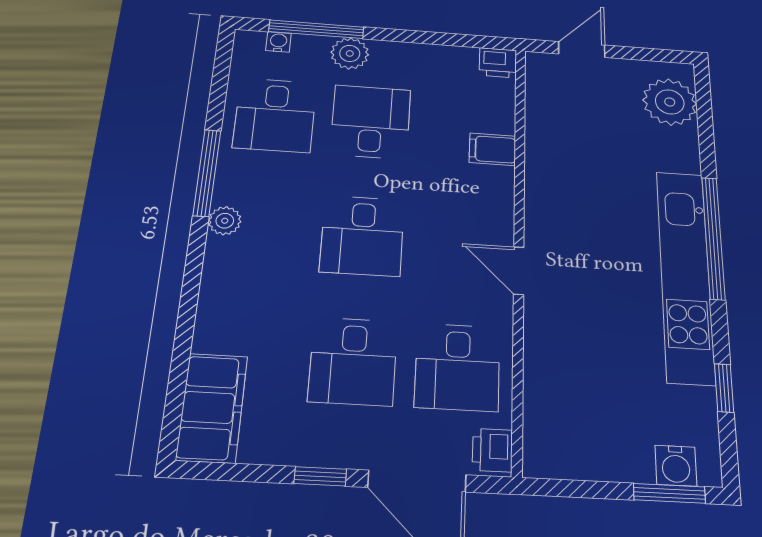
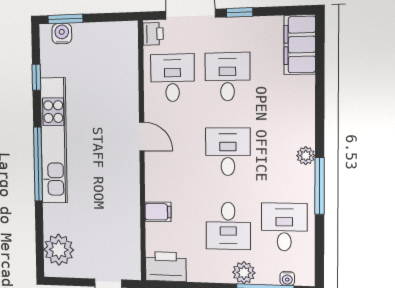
printer: (498, 63) -> (166, 267), width x1.87, depth x1.48

